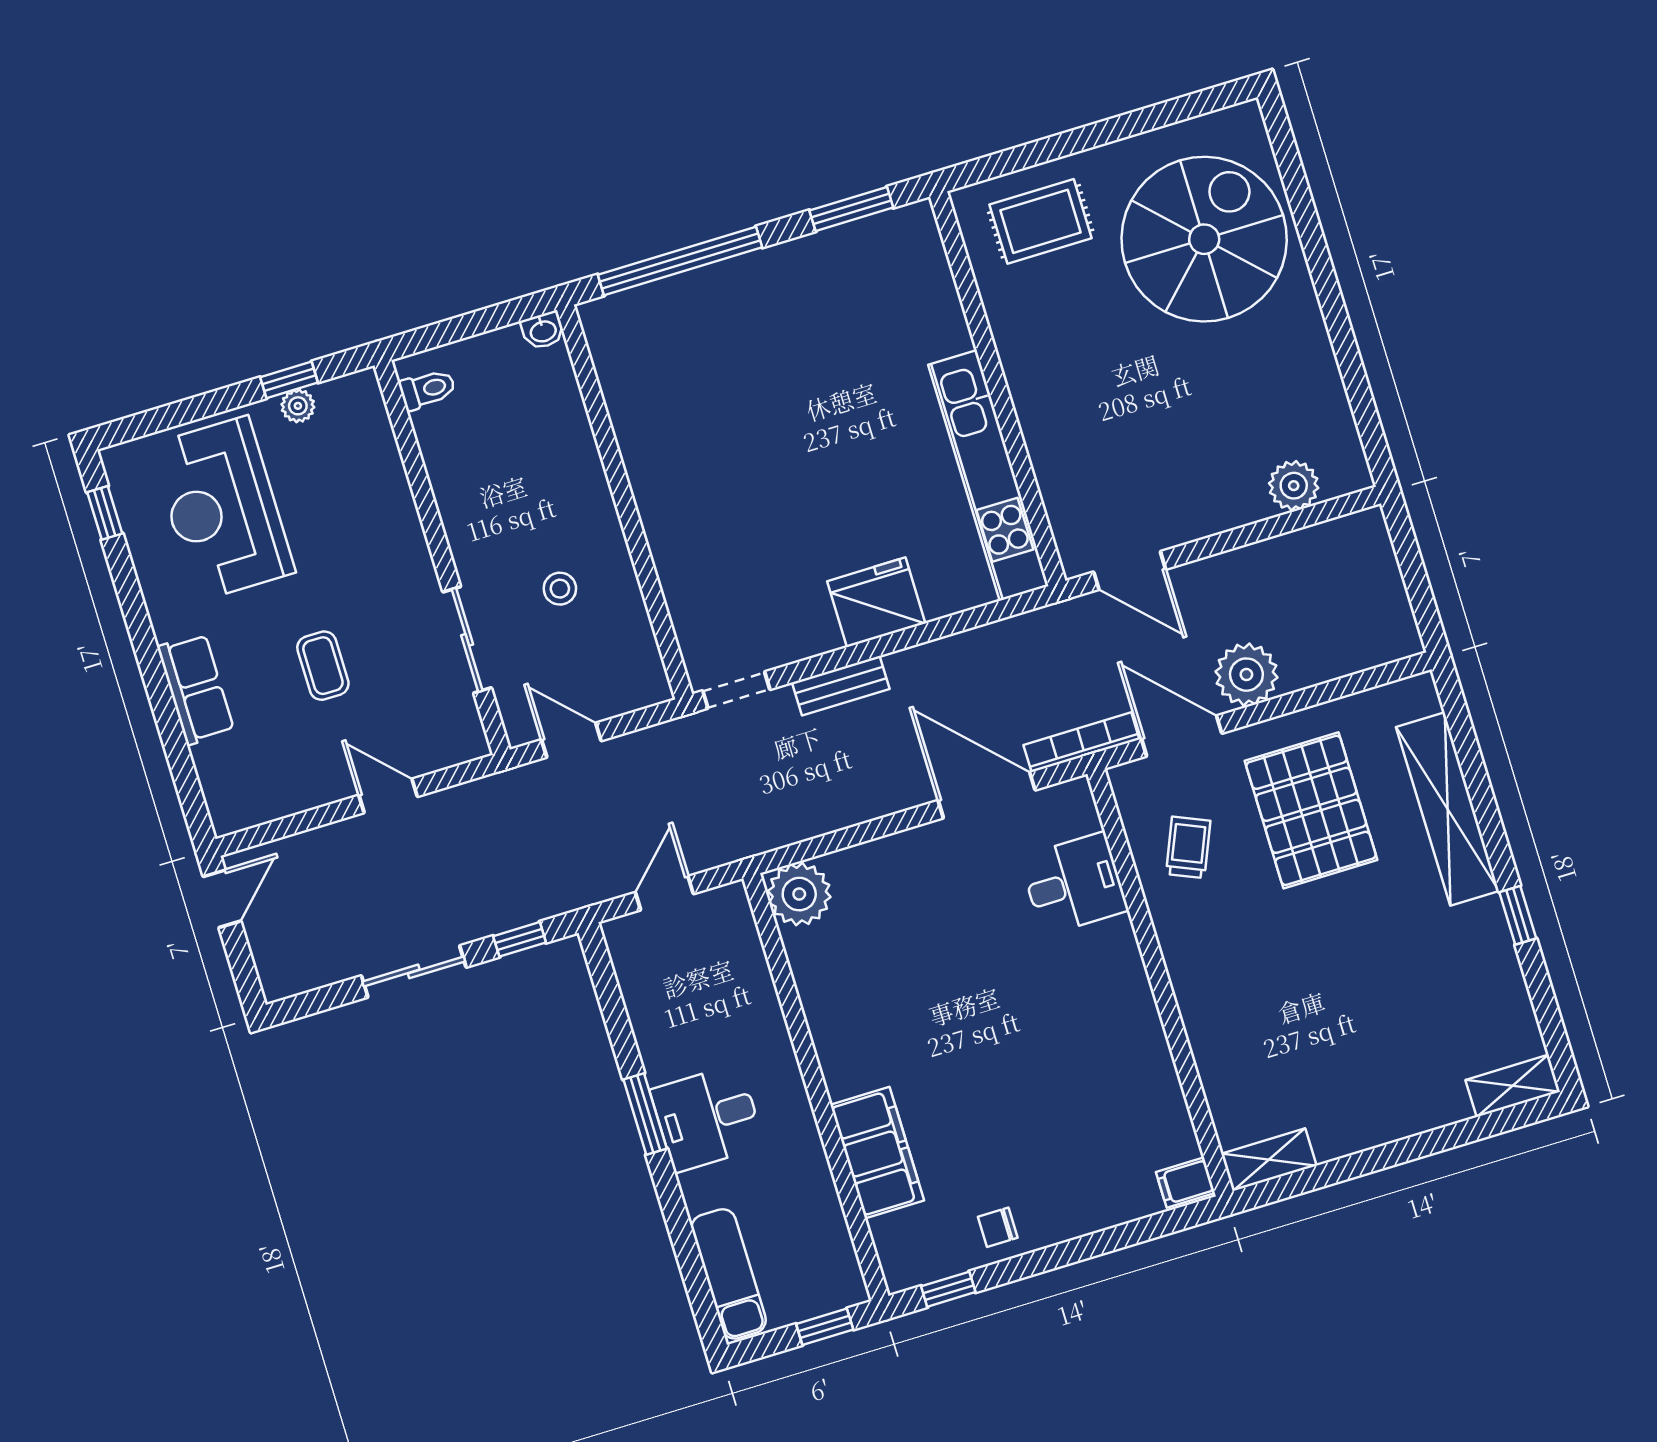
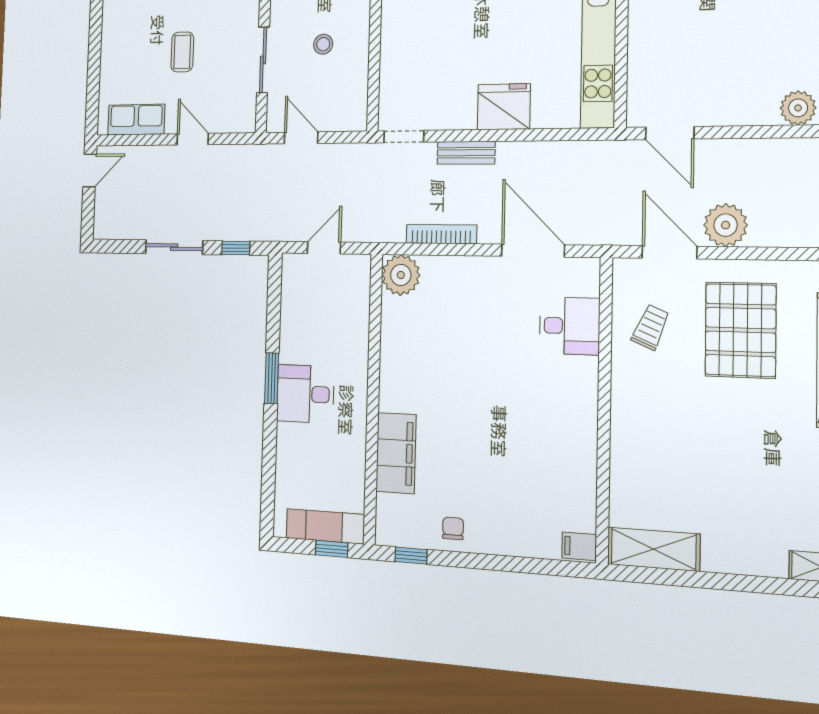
row of seats: (196, 689) -> (136, 120), moved, turned -90
bookcase: (1081, 742) -> (441, 234), moved
shelving: (1269, 1160) -> (653, 549), width x1.50, depth x1.33
chair: (998, 1227) -> (453, 528), turned 90
exam couch: (729, 1274) -> (325, 526), moved, turned -90

